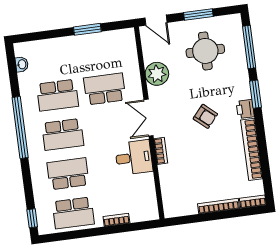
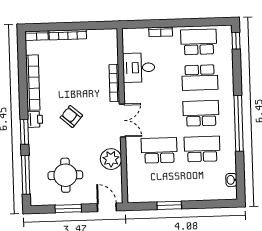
school desk: (105, 89) -> (159, 150), turned 180
bookcase: (161, 151) -> (114, 83), width x1.56
desk: (134, 158) -> (139, 68), moved

